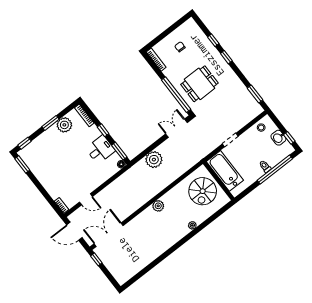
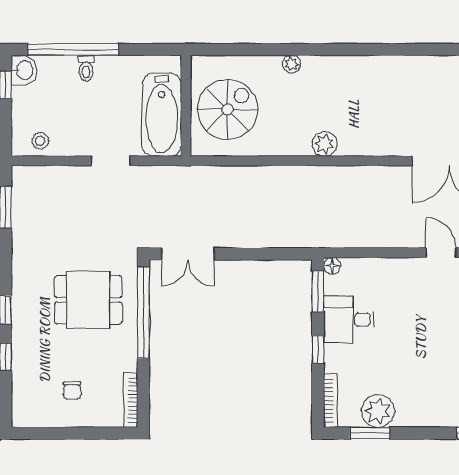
window: (51, 123) -> (370, 433), moved
washbasin: (278, 138) -> (24, 70), moved
plant: (154, 160) -> (269, 230), removed

